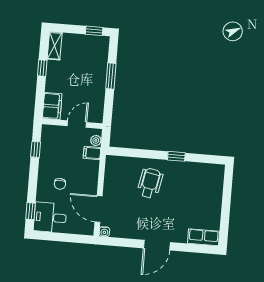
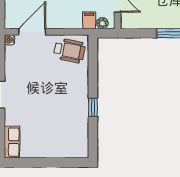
wheelchair: (150, 183) -> (69, 51), moved

